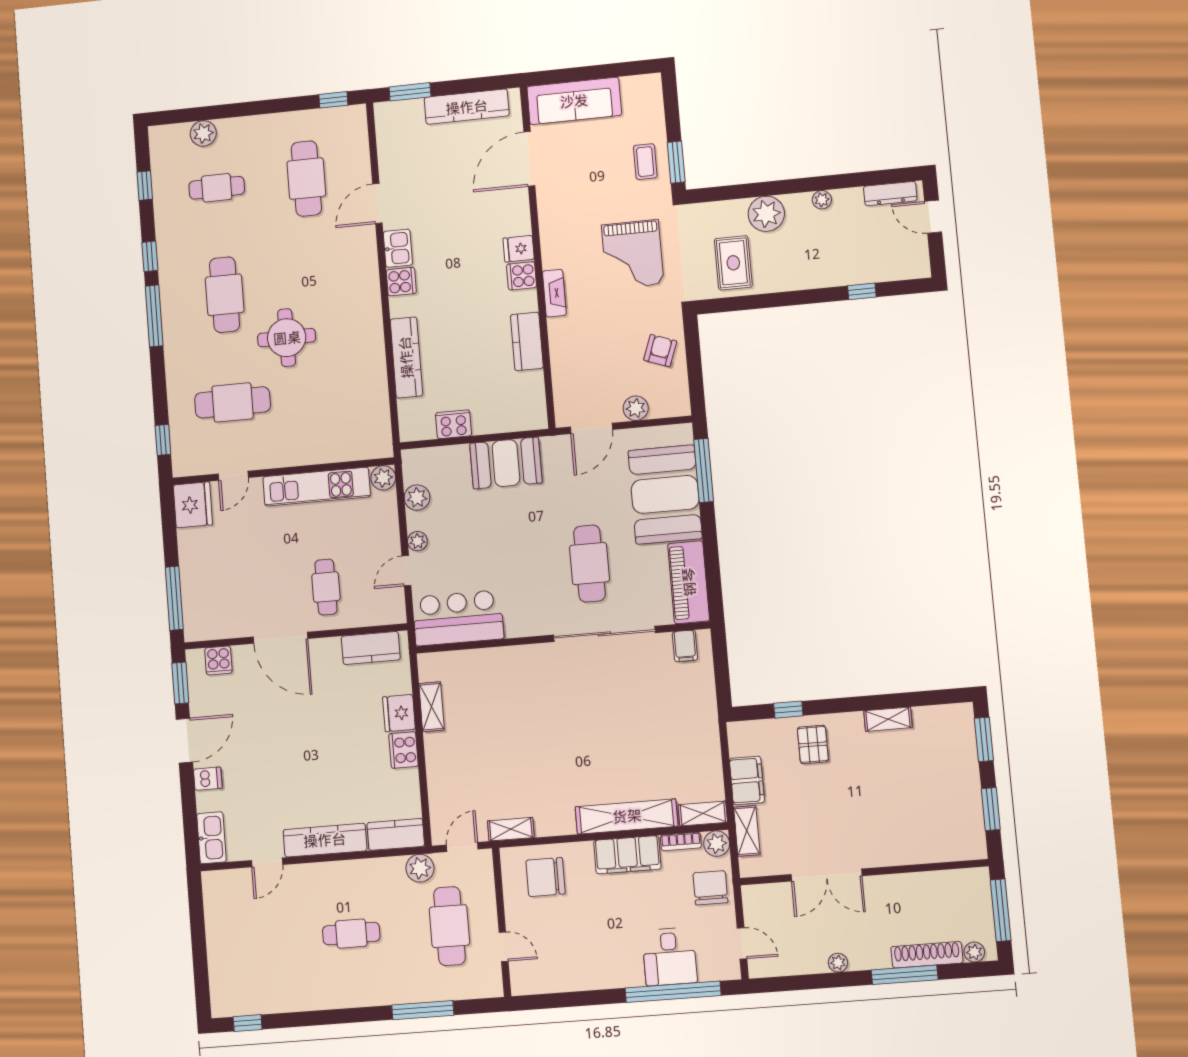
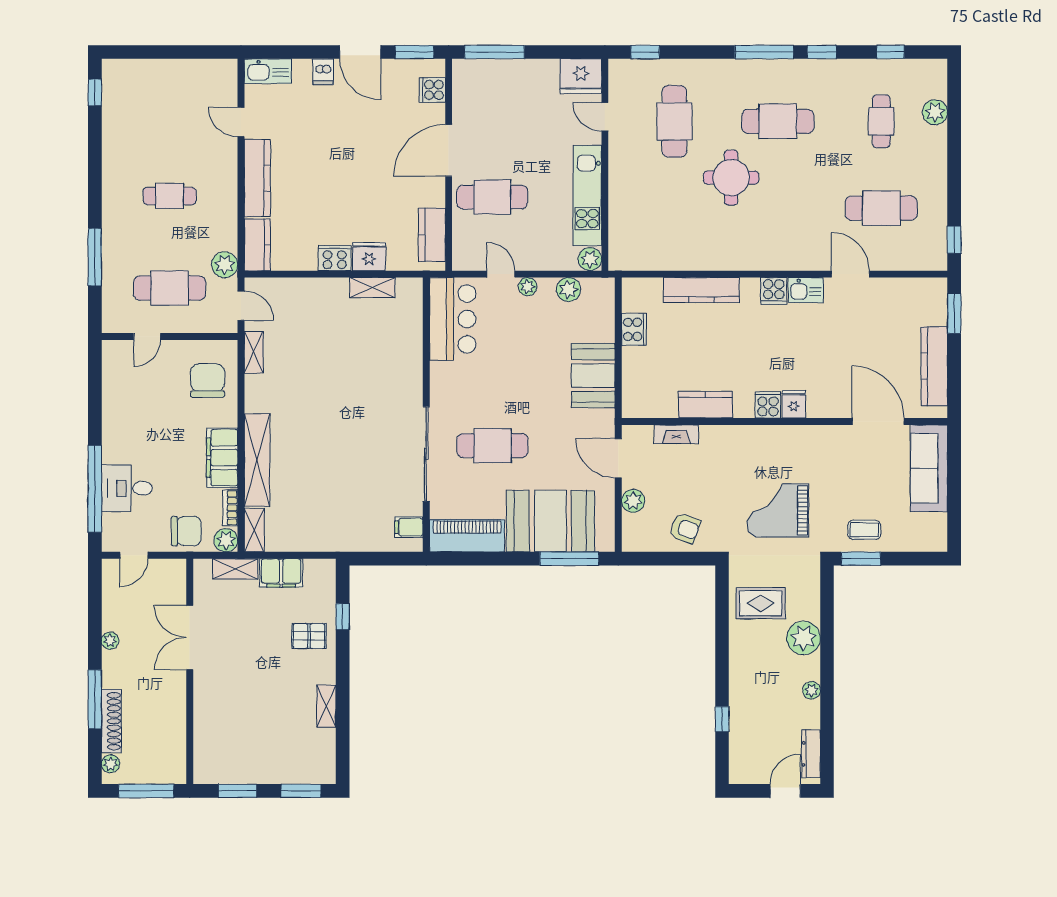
fireplace: (554, 293) -> (676, 434), moved
cafe table: (326, 587) -> (492, 197), width x1.37, depth x1.35
cafe table: (351, 934) -> (170, 196), turned 90

